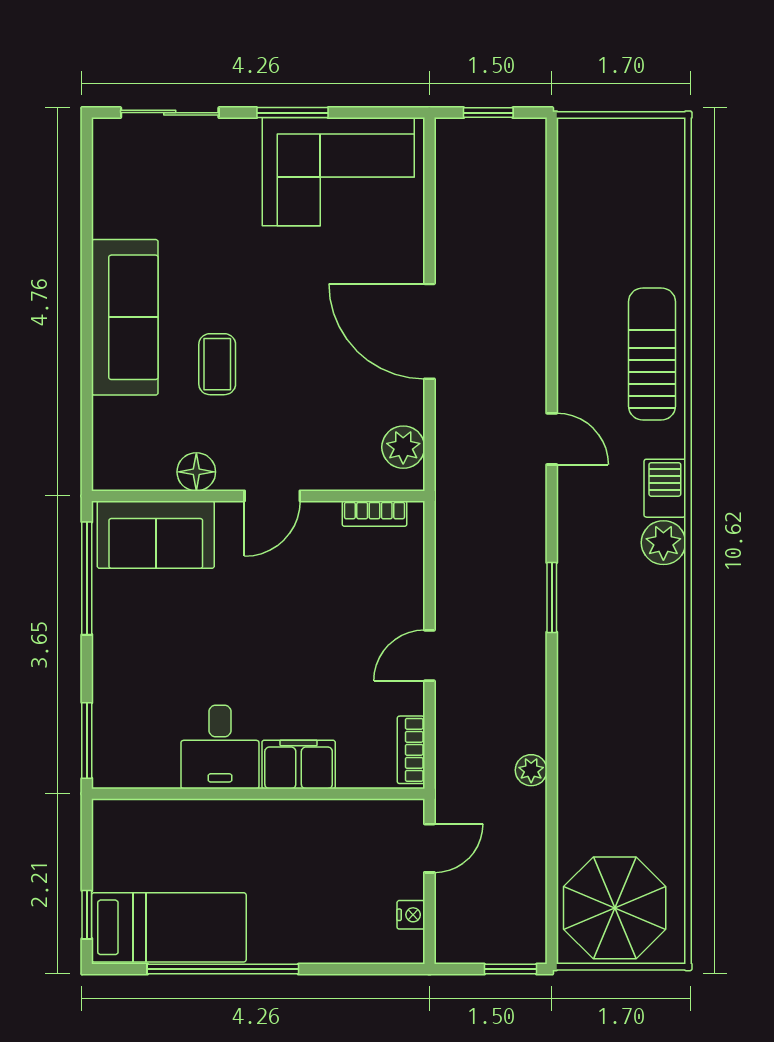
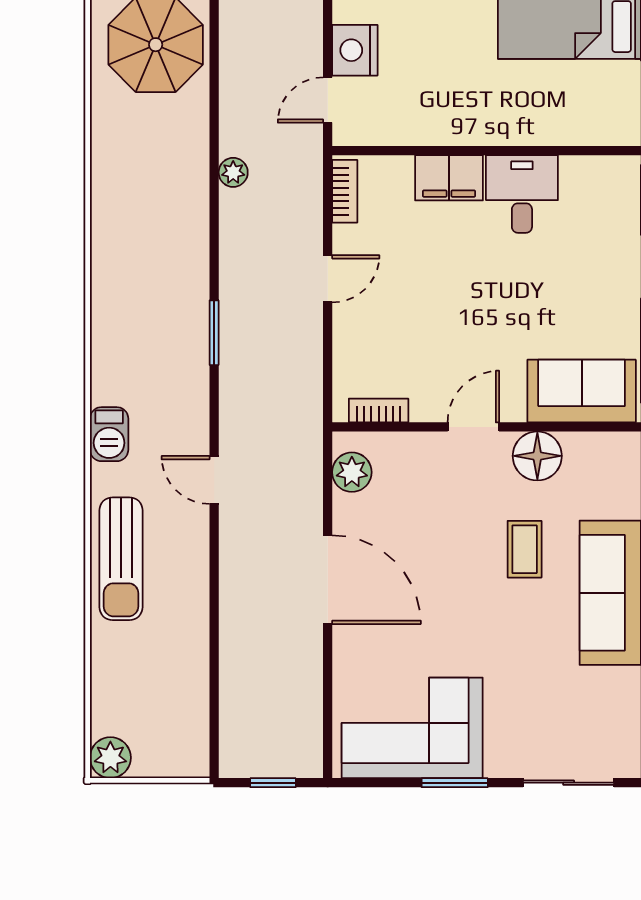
floor lamp: (196, 472) -> (537, 456), width x1.38, depth x1.38
plant: (663, 543) -> (110, 758), moved
nightstand: (411, 915) -> (355, 50), width x1.89, depth x1.79

